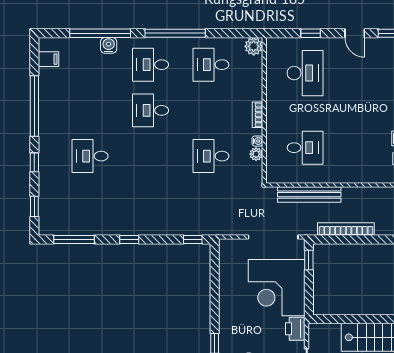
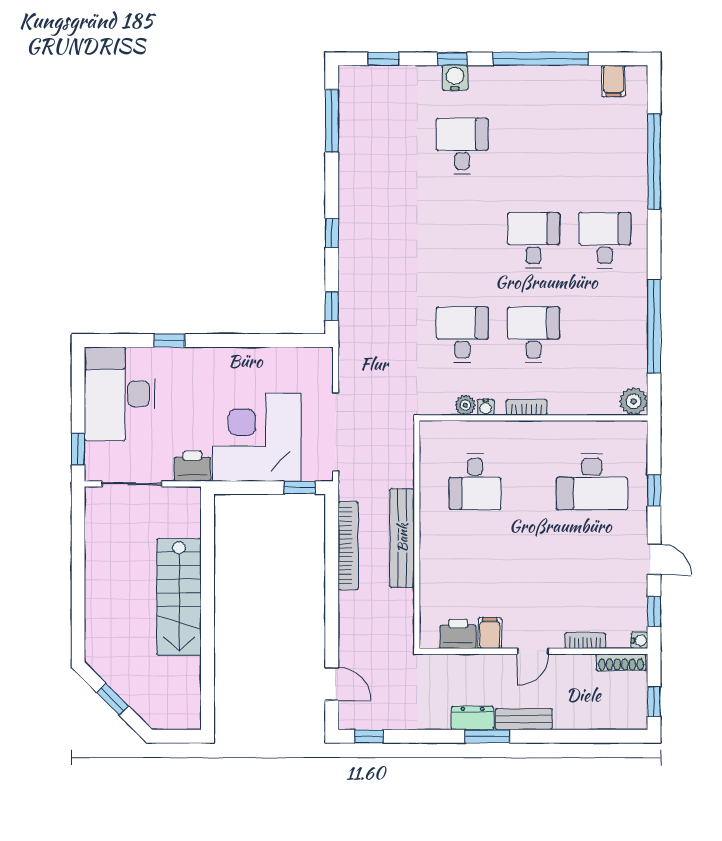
window: (175, 33) -> (654, 326), moved
door: (355, 33) -> (654, 559), swing flipped
water cooler: (109, 45) -> (455, 78), moved, turned -90
desk: (211, 65) -> (534, 335), moved
bench: (309, 195) -> (402, 538), moved
window: (129, 239) -> (332, 233), moved

